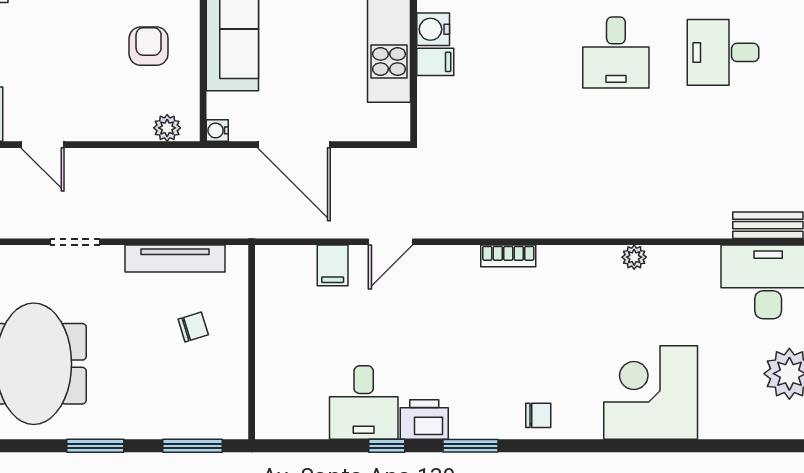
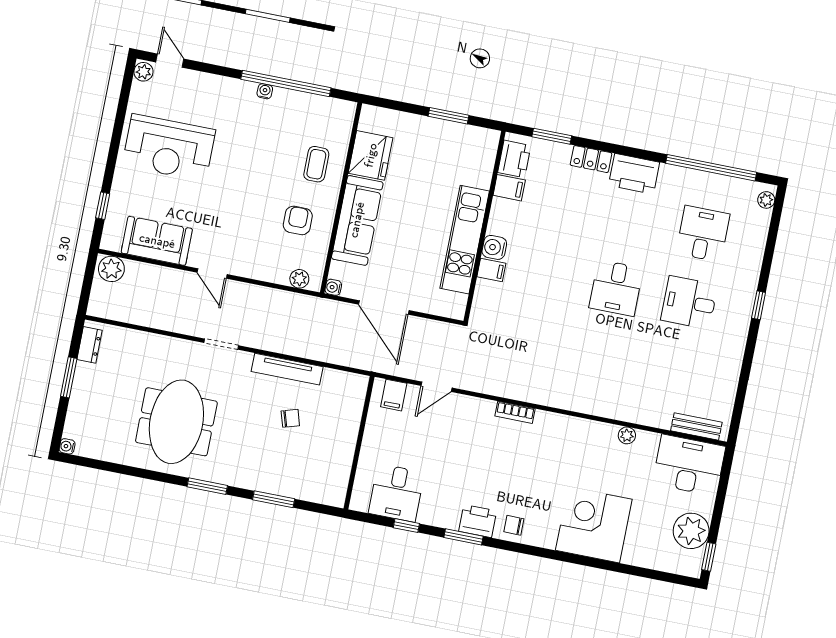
plant: (634, 257) -> (627, 435), moved
wall: (252, 342) -> (359, 443), moved
chair: (538, 415) -> (514, 525), turned 180
printer: (424, 419) -> (478, 521), moved

